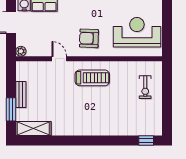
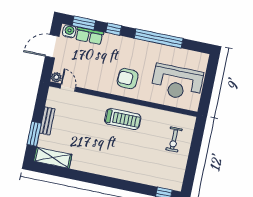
reception desk: (137, 32) -> (177, 82), turned 180
door: (59, 59) -> (68, 88), moved

